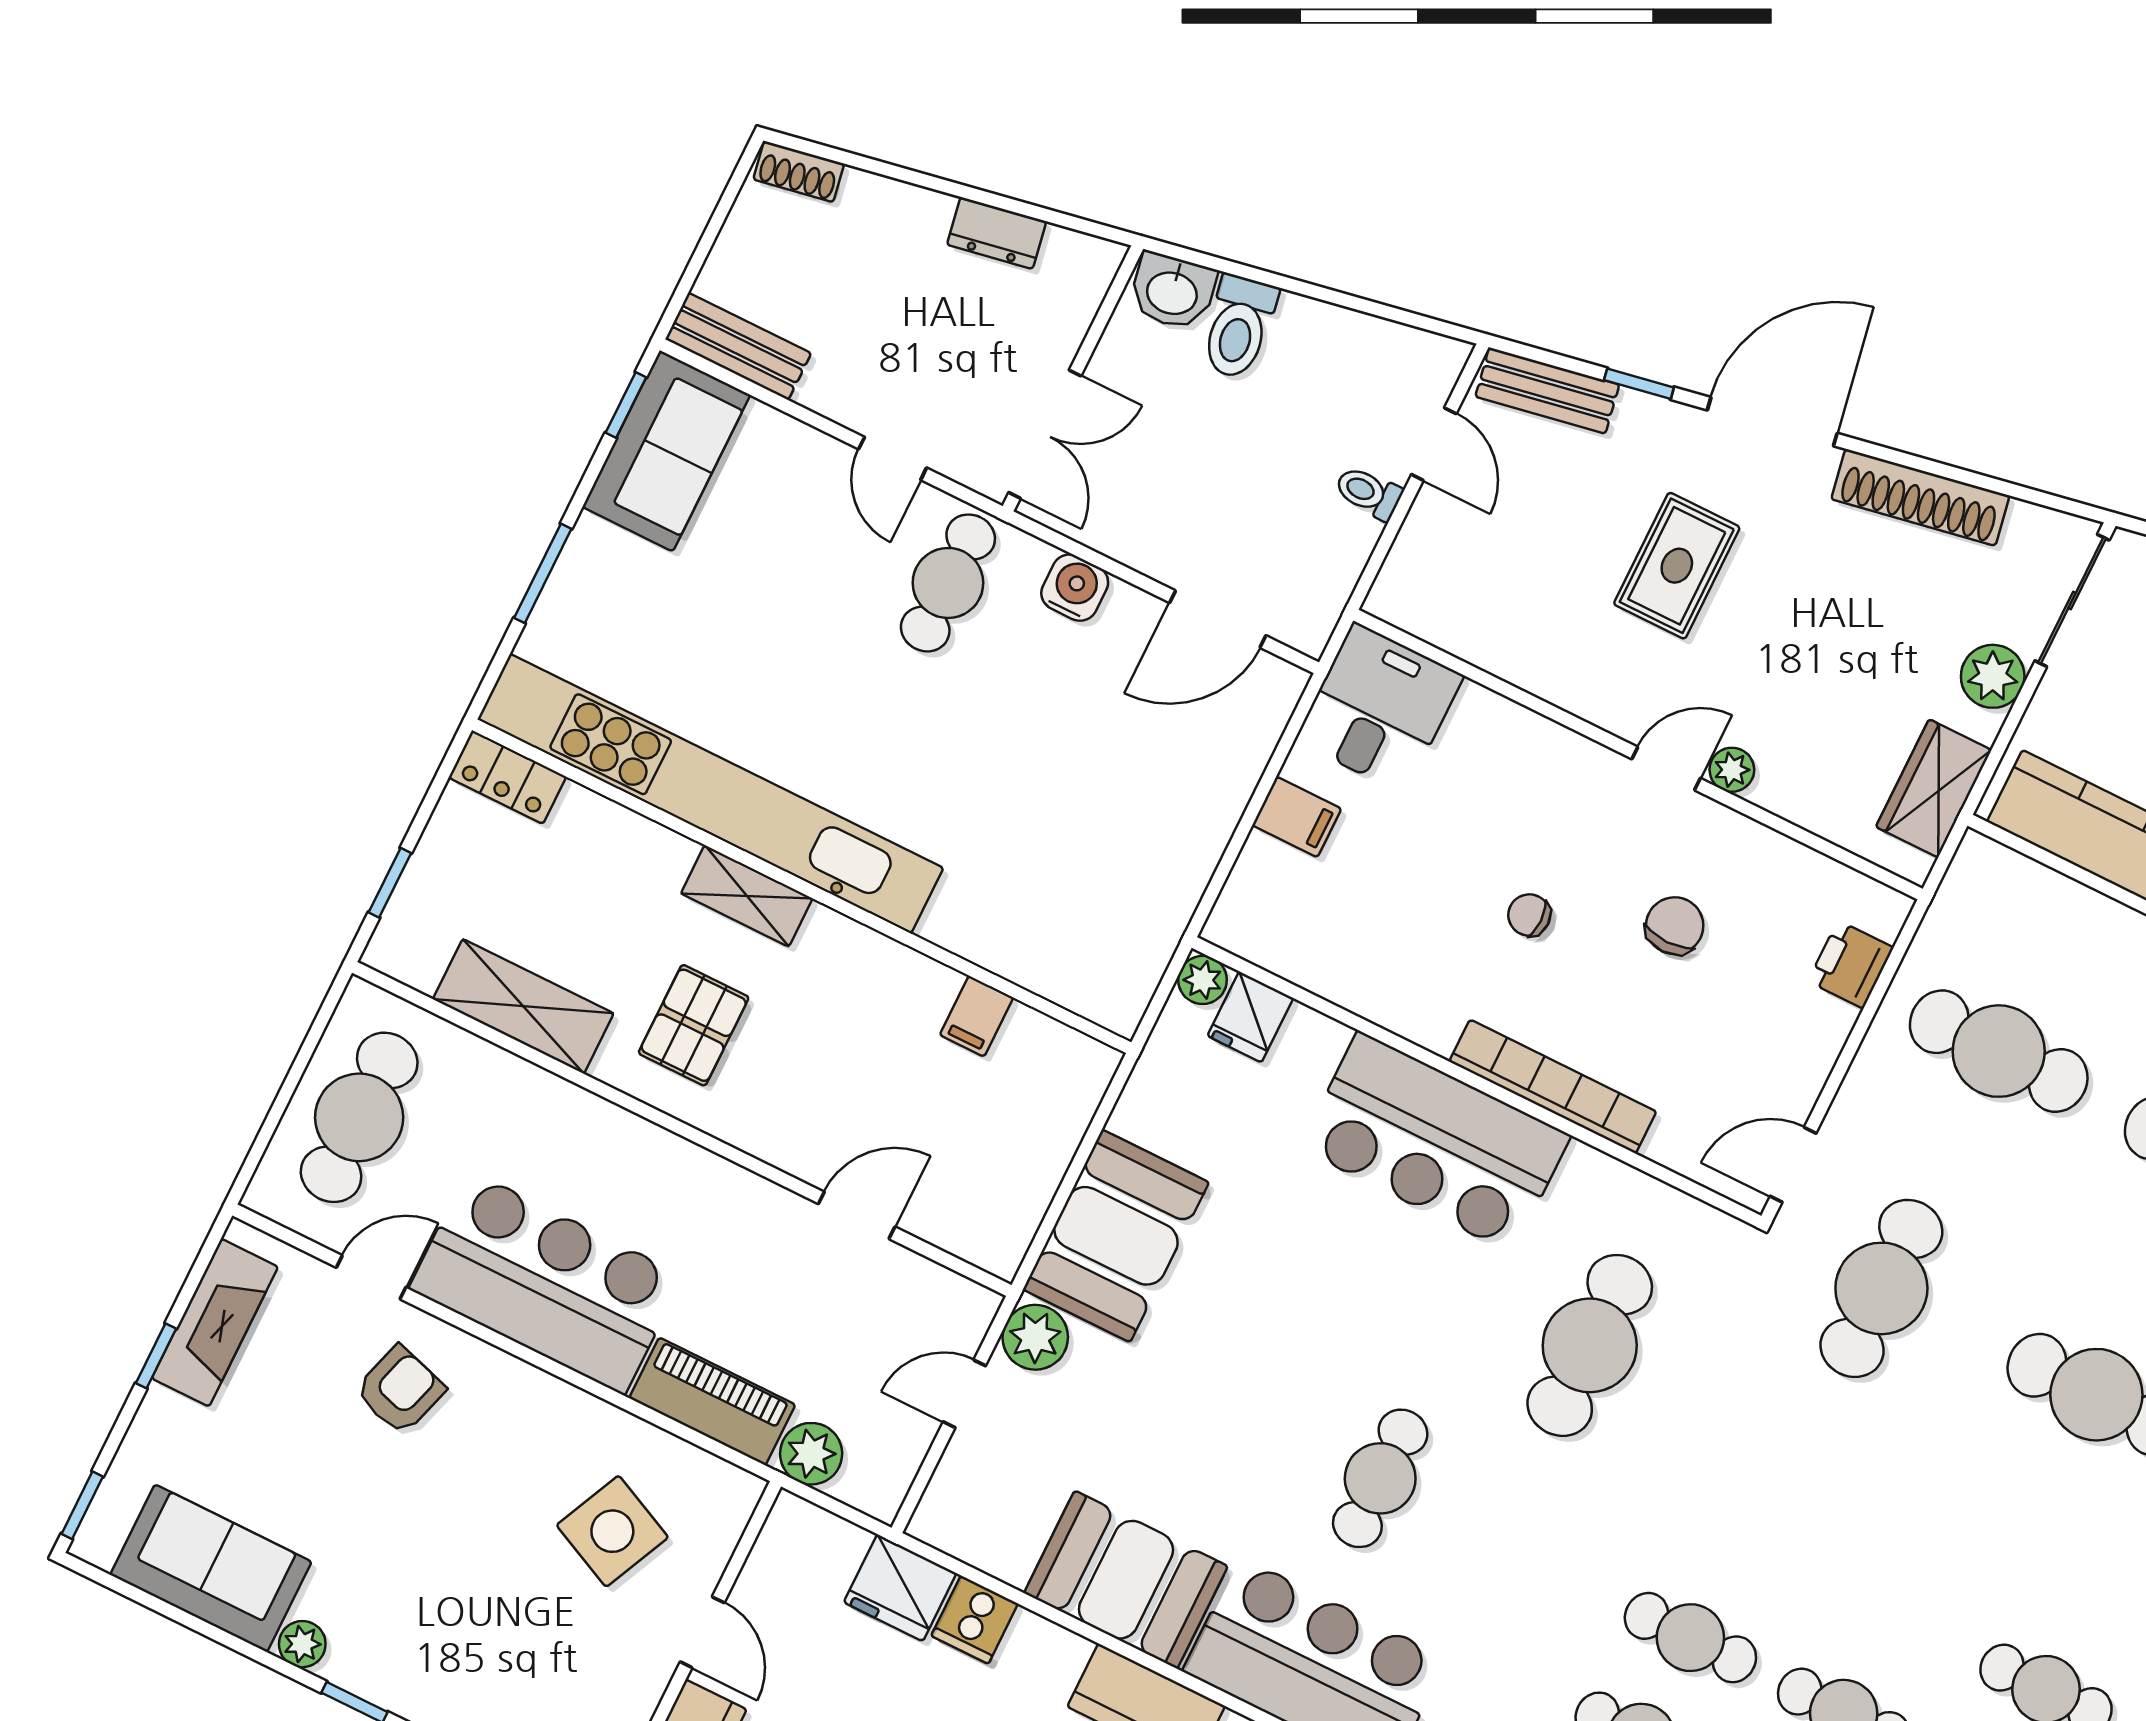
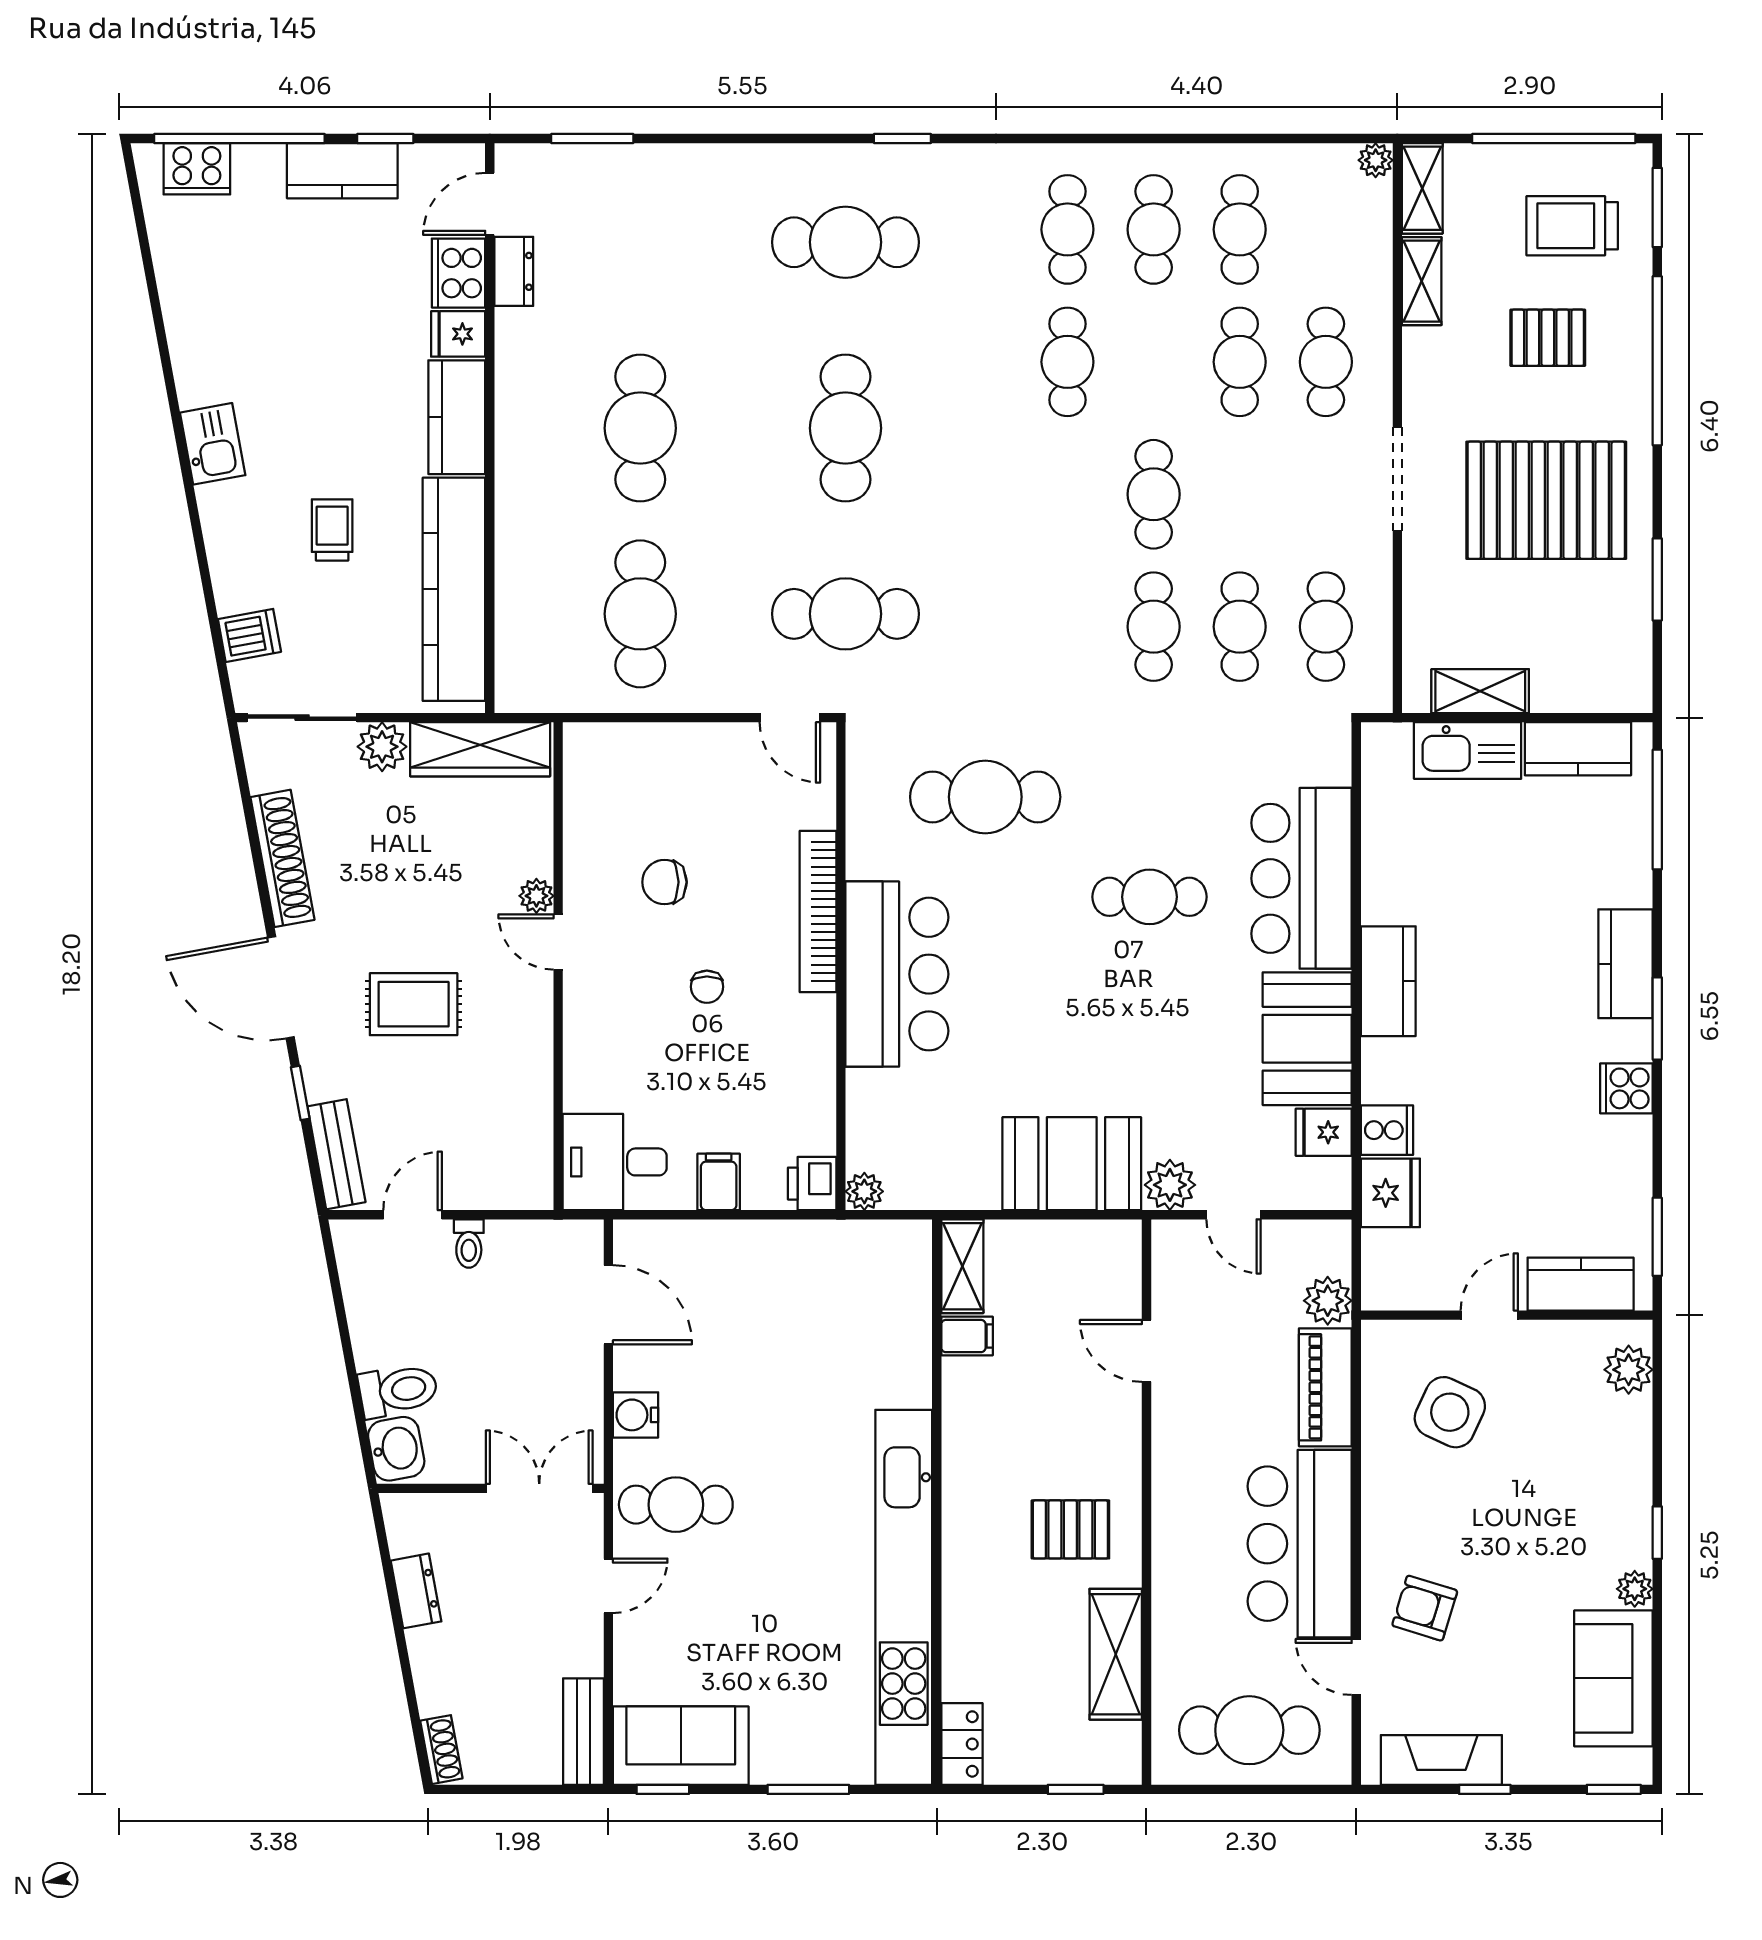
wardrobe: (1934, 788) -> (480, 749), width x1.50
shelving: (747, 896) -> (962, 1266), moved
printer: (1851, 964) -> (812, 1184), moved, turned 90
fridge: (1250, 1017) -> (1324, 1132), moved, turned 180

